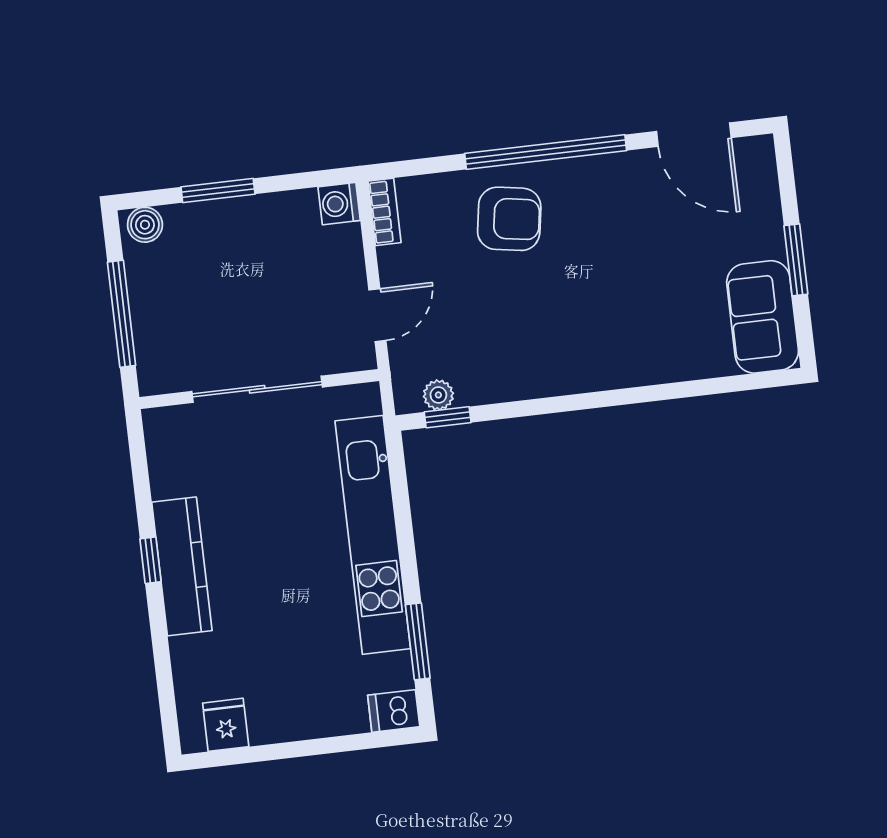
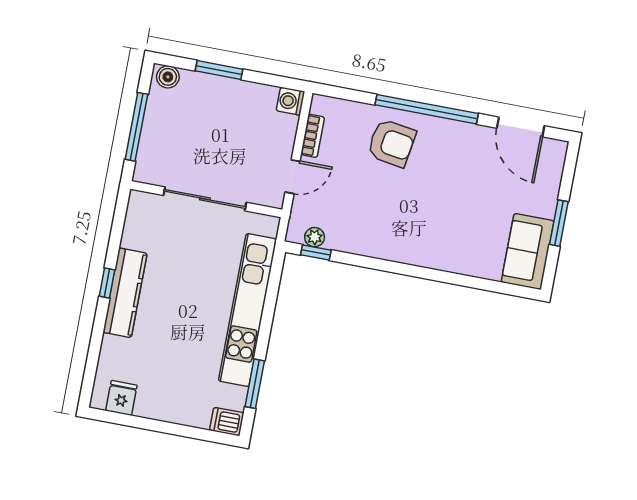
bookcase: (384, 212) -> (313, 136), moved

